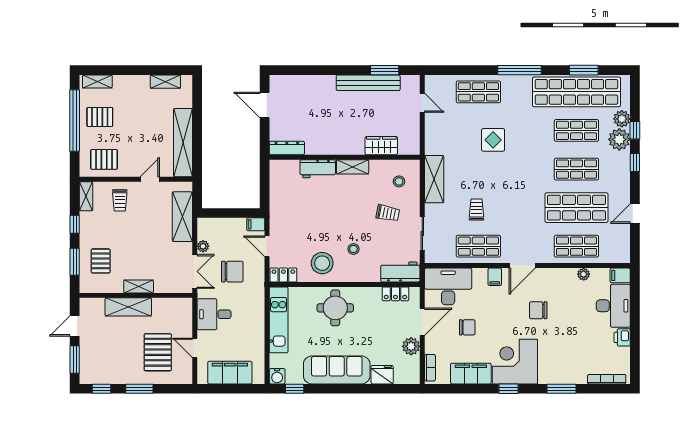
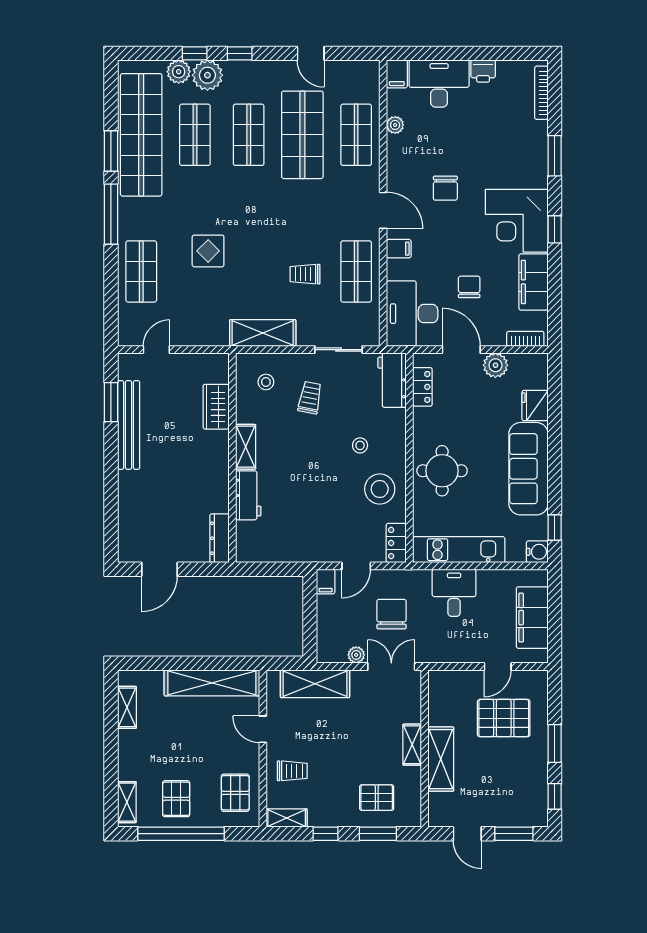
window: (584, 70) -> (111, 151), moved
desk: (214, 314) -> (454, 593), moved, turned 180

